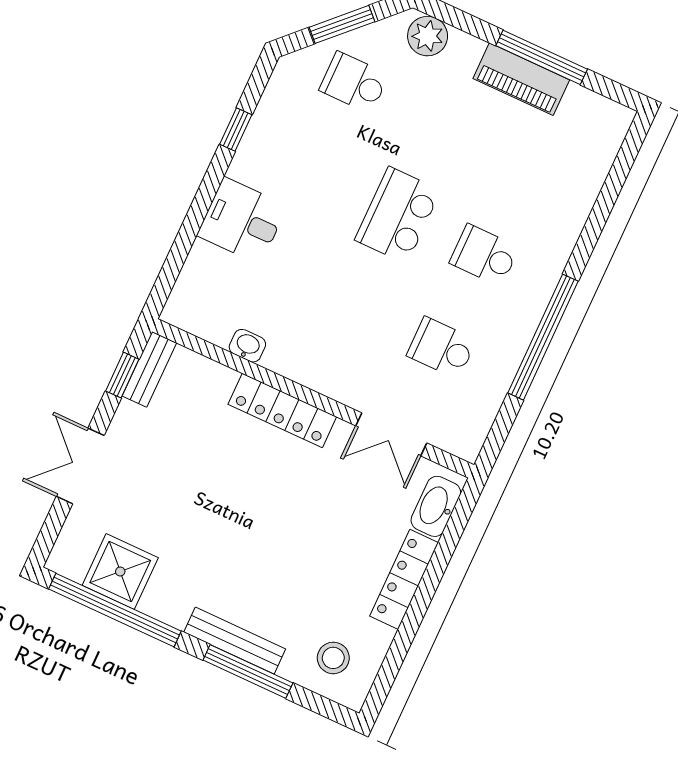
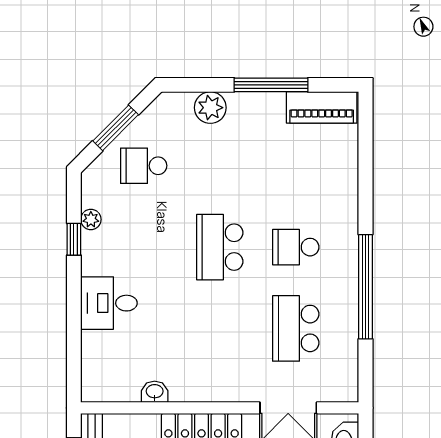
plant: (428, 36) -> (210, 108), moved
piano: (521, 79) -> (322, 107), moved
plant: (266, 116) -> (91, 219), added
school desk: (442, 348) -> (296, 328), width x1.85

